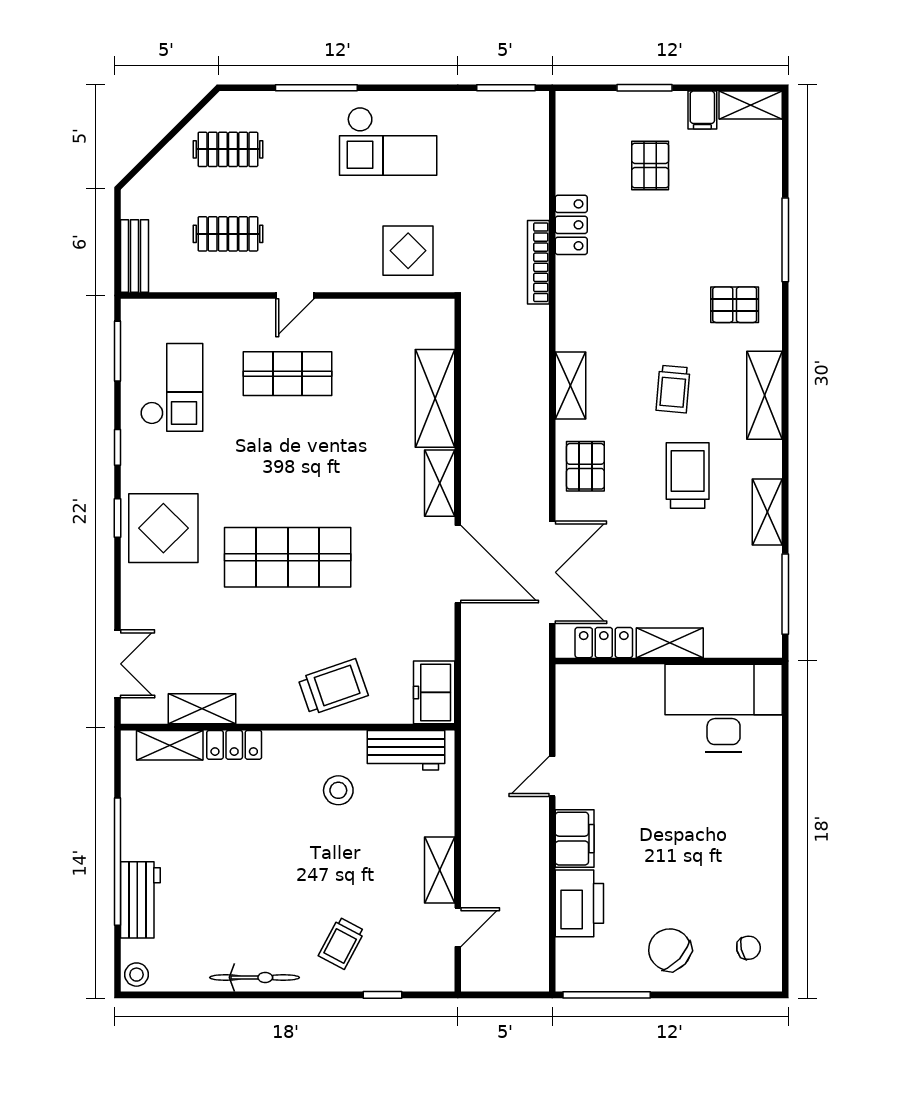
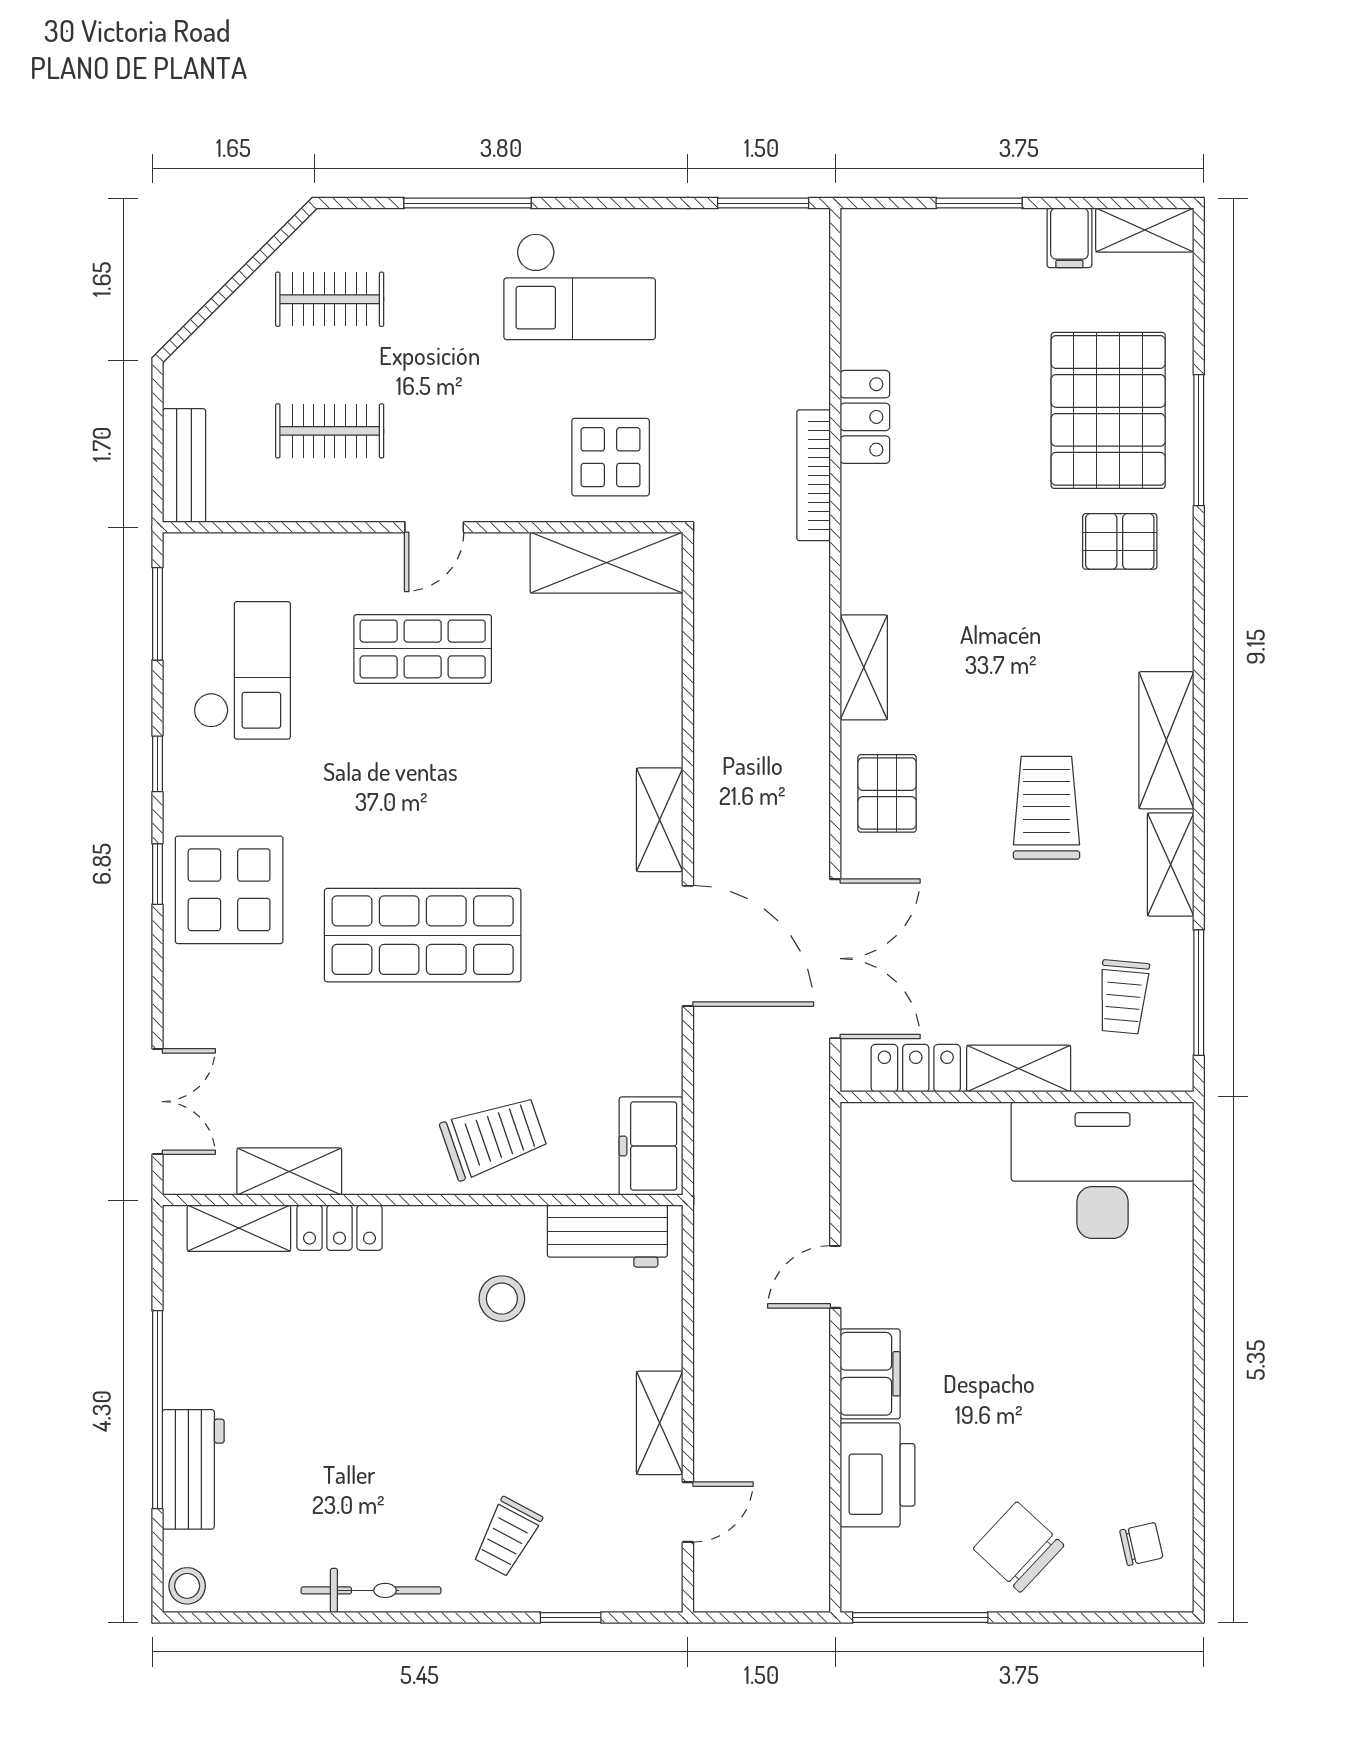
pallet: (650, 166) -> (1108, 410), moved, width x2.05, depth x2.00
trolley: (673, 389) -> (1123, 997), moved
shelving: (764, 395) -> (1166, 740), moved
shelving: (435, 398) -> (607, 563), moved, turned 90

